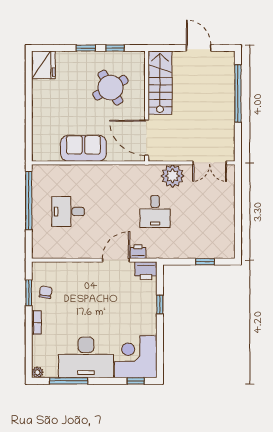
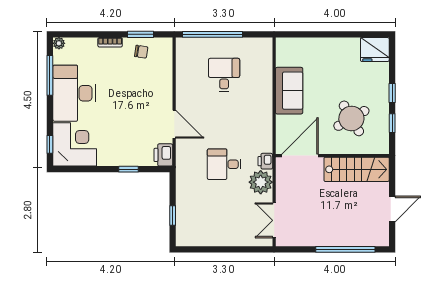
window: (29, 200) -> (212, 34), moved
printer: (138, 252) -> (265, 161), moved, turned 180

